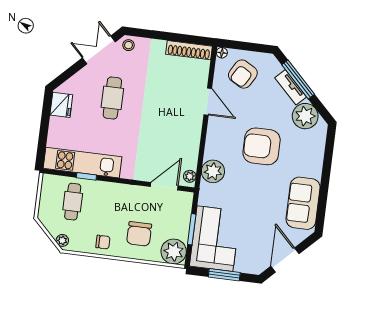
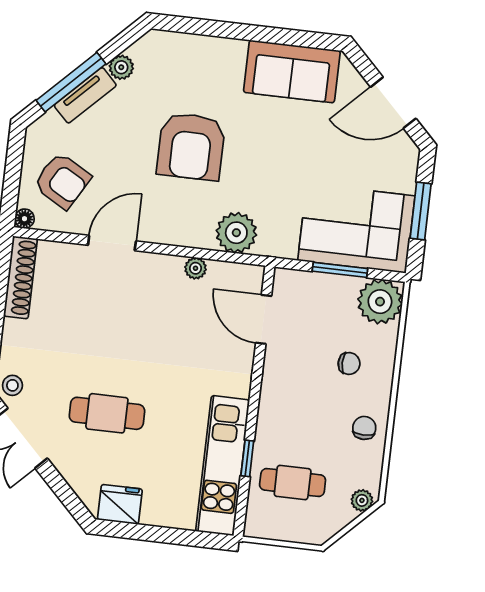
plant: (305, 116) -> (121, 67), width x0.53, depth x0.53
plant: (190, 176) -> (196, 268), moved
chair: (139, 234) -> (349, 364), width x0.54, depth x0.54

